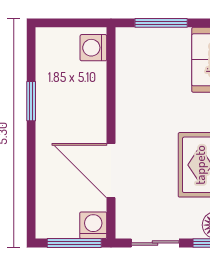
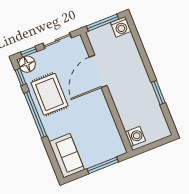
door: (111, 171) -> (98, 71), swing flipped
washing machine: (93, 225) -> (121, 27), moved

